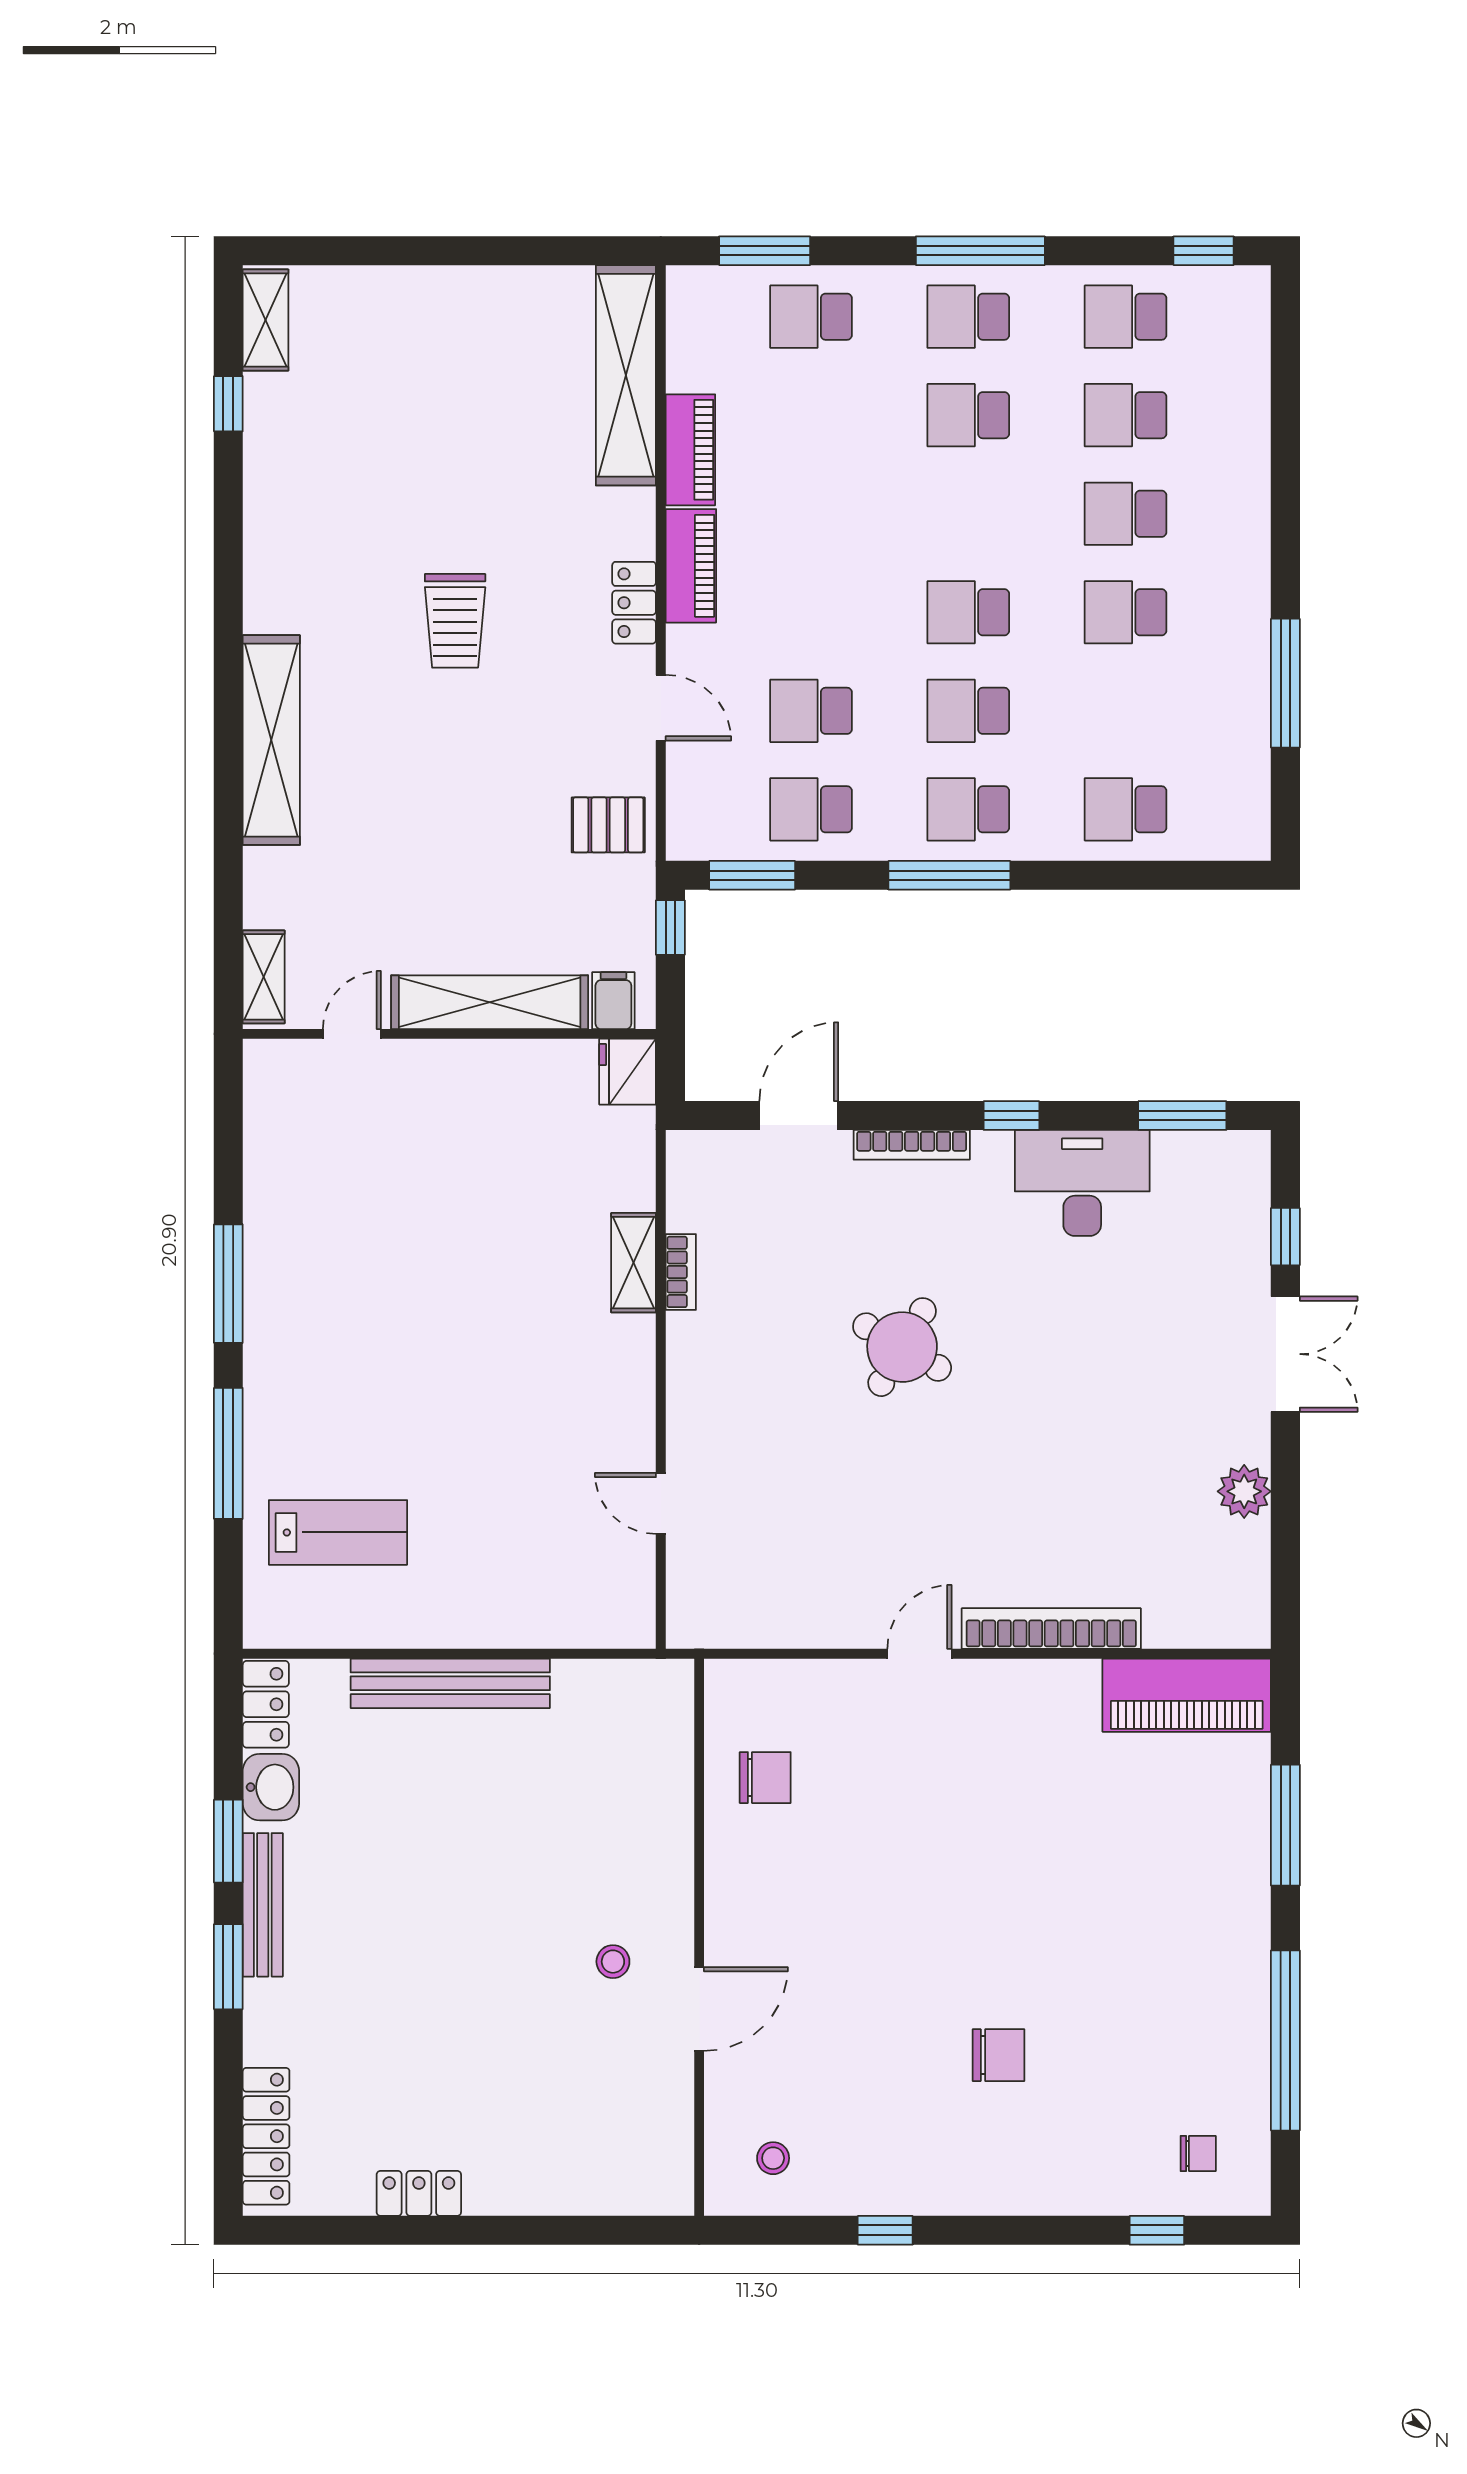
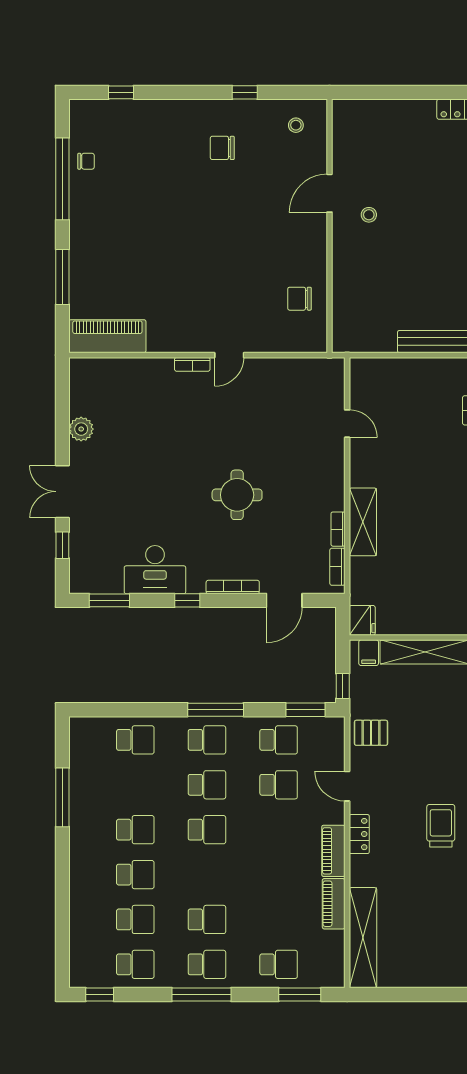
bookcase: (682, 1189) -> (337, 567), added
shelving: (634, 1263) -> (363, 522), width x1.50, depth x1.33
round table: (902, 1347) -> (237, 495), turned -30
bookcase: (1051, 1629) -> (192, 364), width x0.43, depth x0.76
chair: (999, 2055) -> (222, 148), moved
chair: (1198, 2154) -> (86, 161), moved, turned 180

